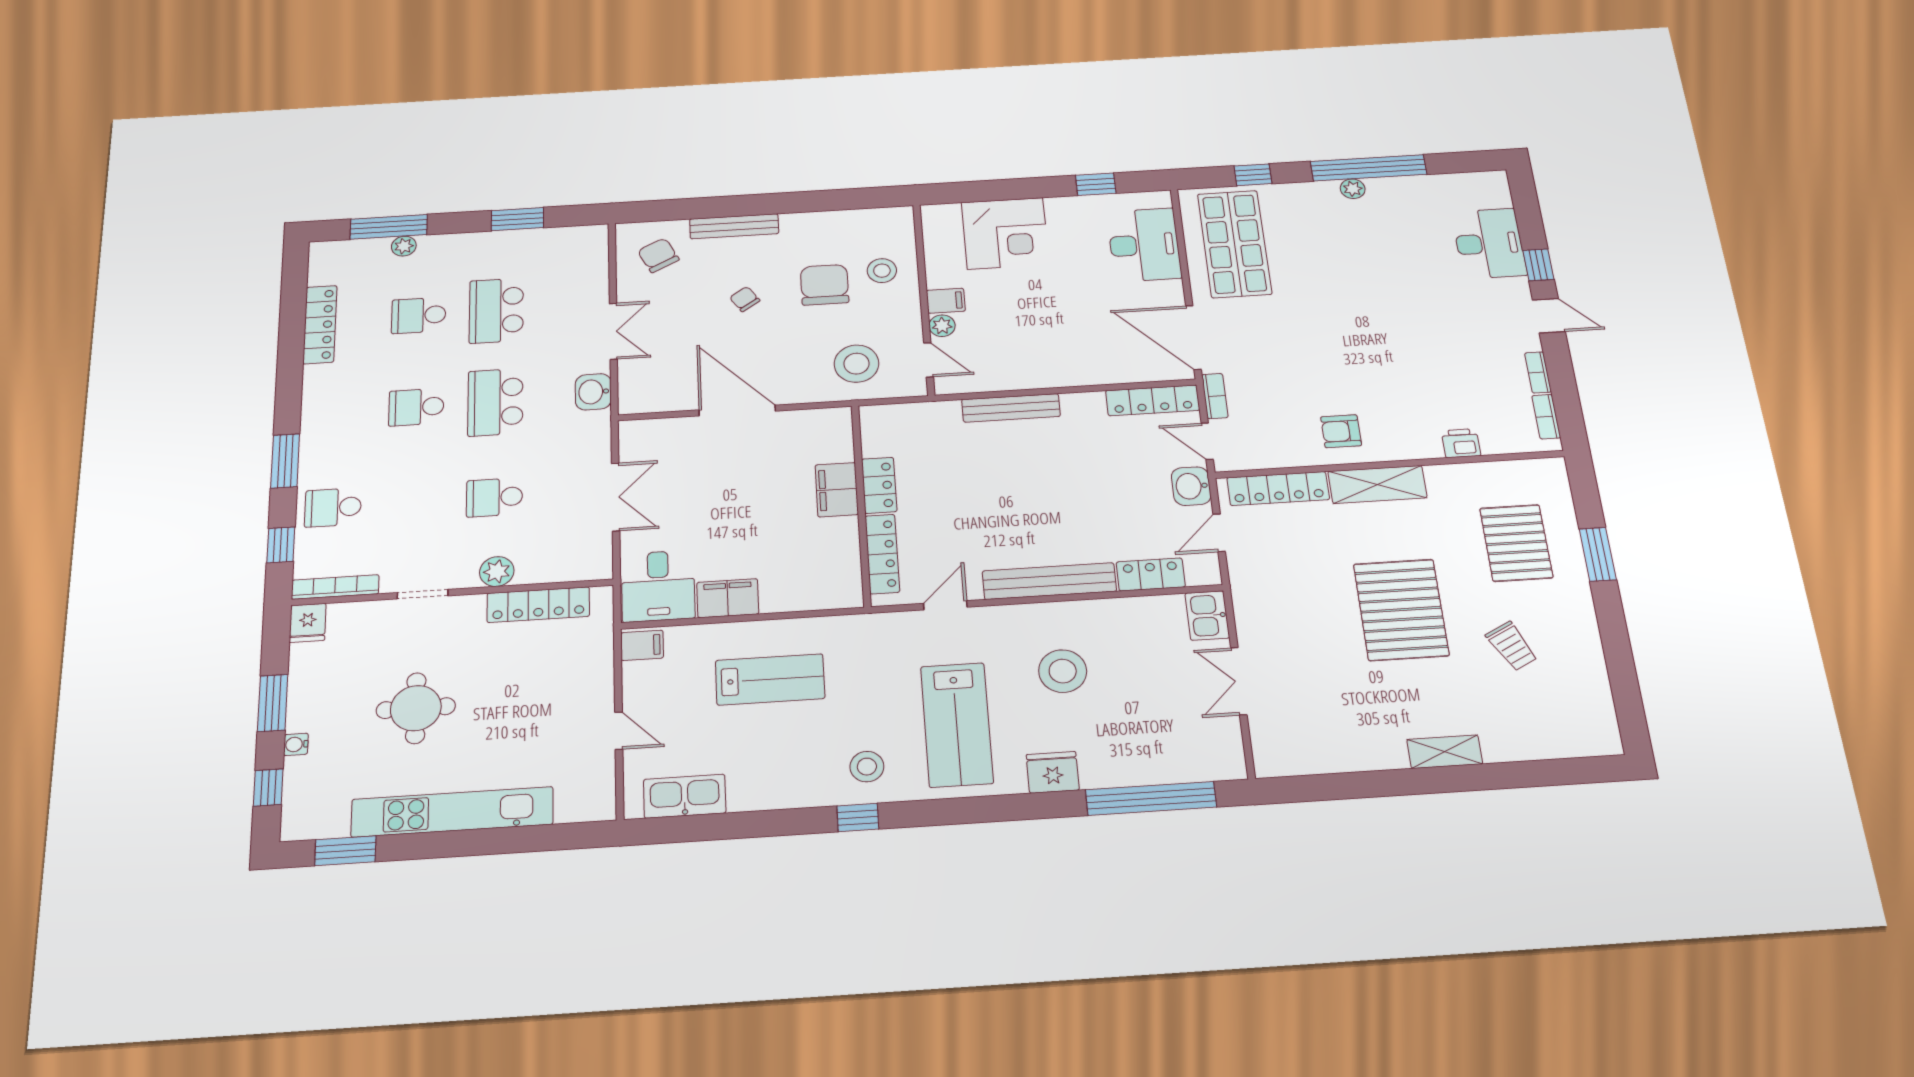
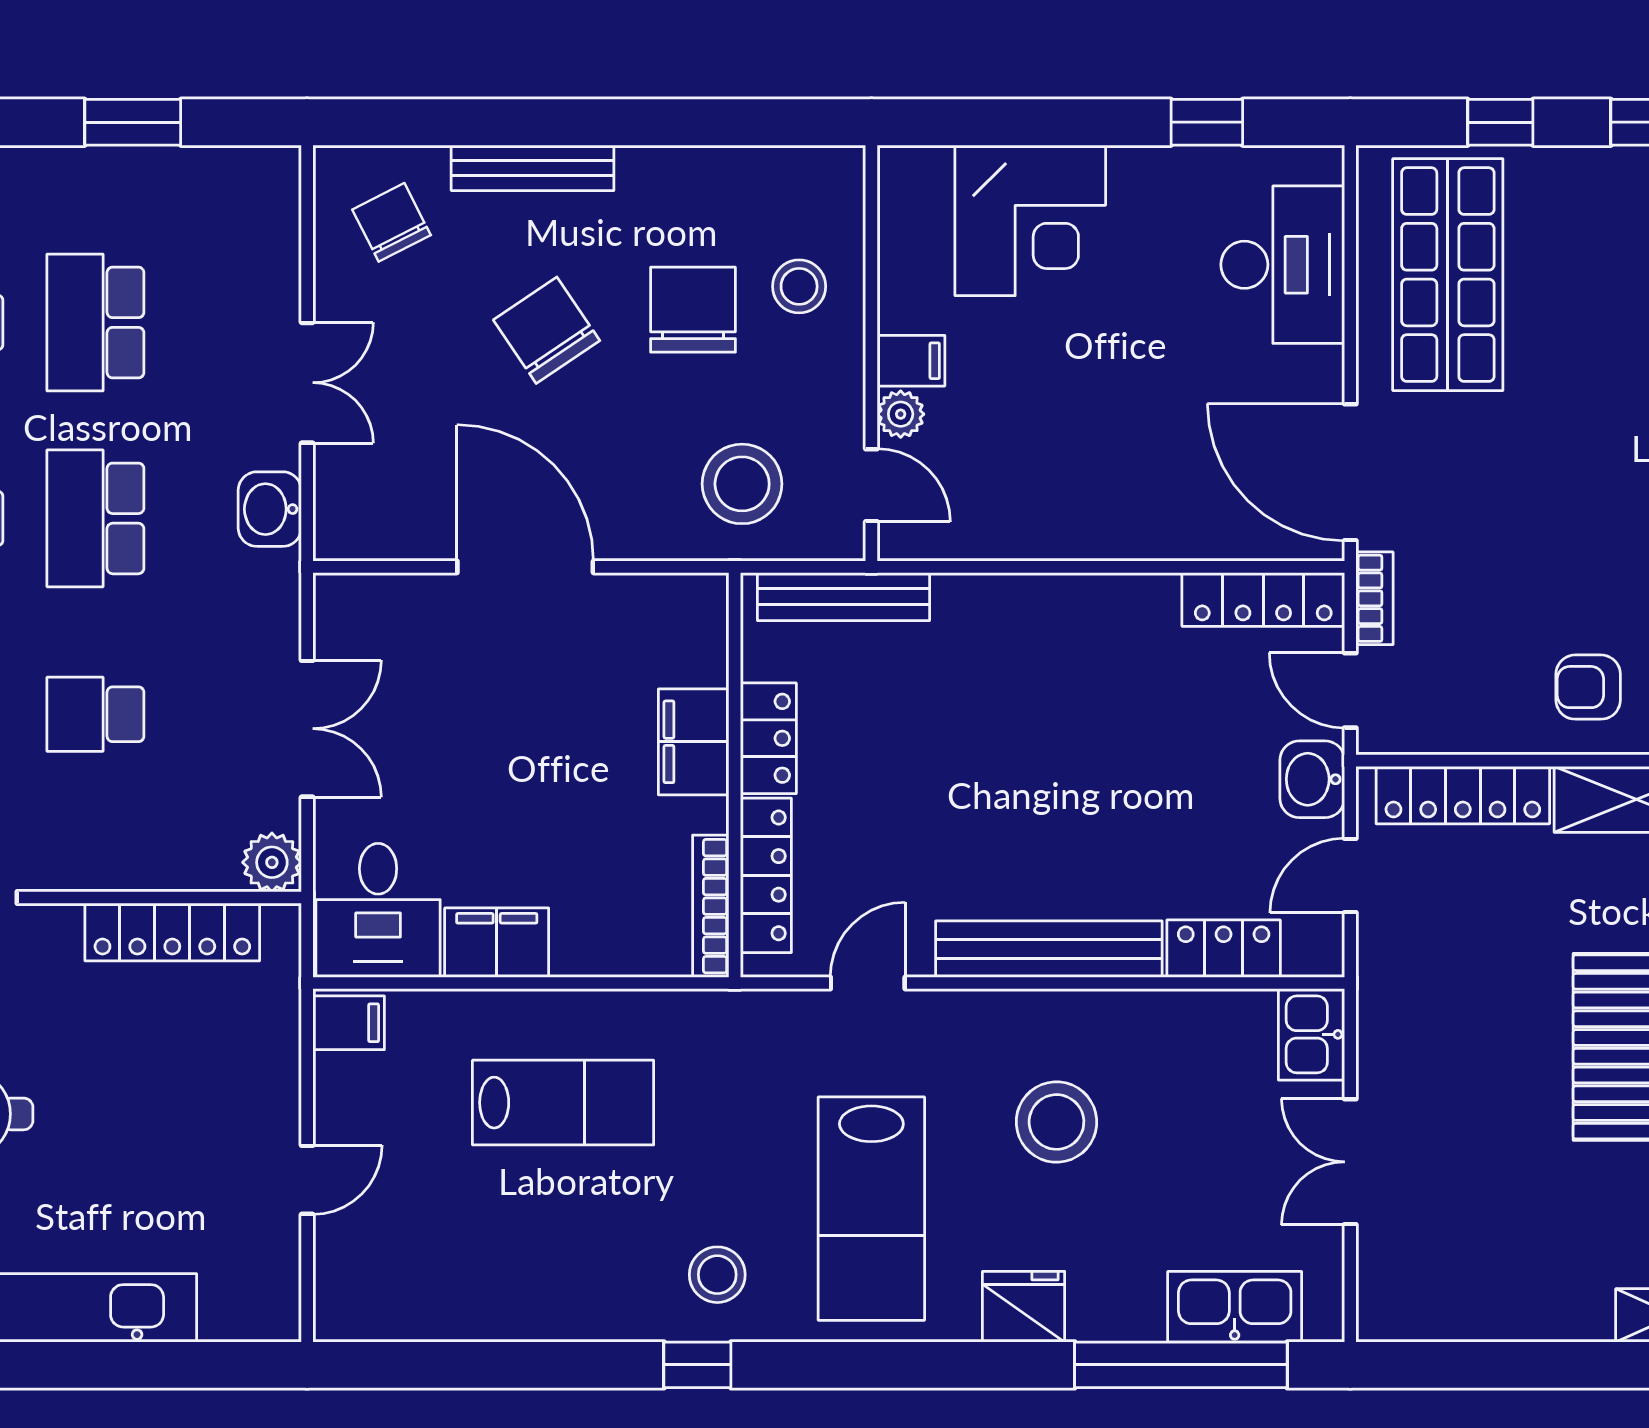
chair: (745, 299) -> (547, 330), width x1.87, depth x1.87
bench: (1011, 408) -> (844, 597), moved
plant: (497, 572) -> (272, 862), moved
bookcase: (851, 572) -> (711, 906), added
door: (619, 731) -> (307, 1180), hinge flipped
kitchen sink: (685, 796) -> (1235, 1307), moved

